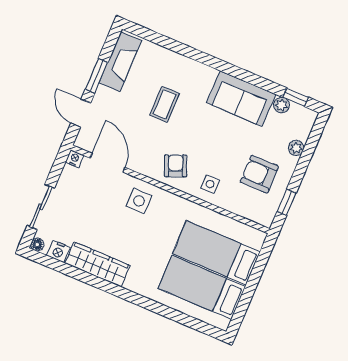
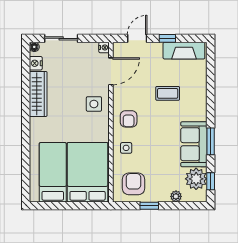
window: (97, 76) -> (167, 38), width x0.67
window: (246, 76) -> (211, 141), added
plant: (281, 105) -> (196, 179), width x1.88, depth x1.88
armchair: (176, 166) -> (129, 119), turned 113
armchair: (259, 174) -> (133, 184), moved
window: (287, 202) -> (149, 206), moved
bed: (216, 253) -> (88, 172), width x1.50

